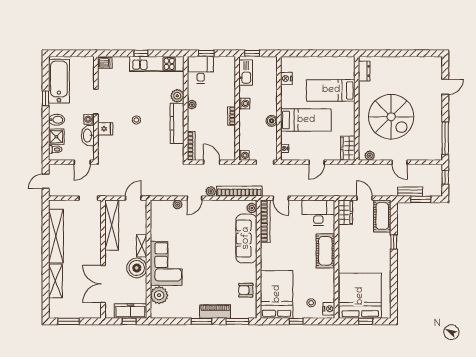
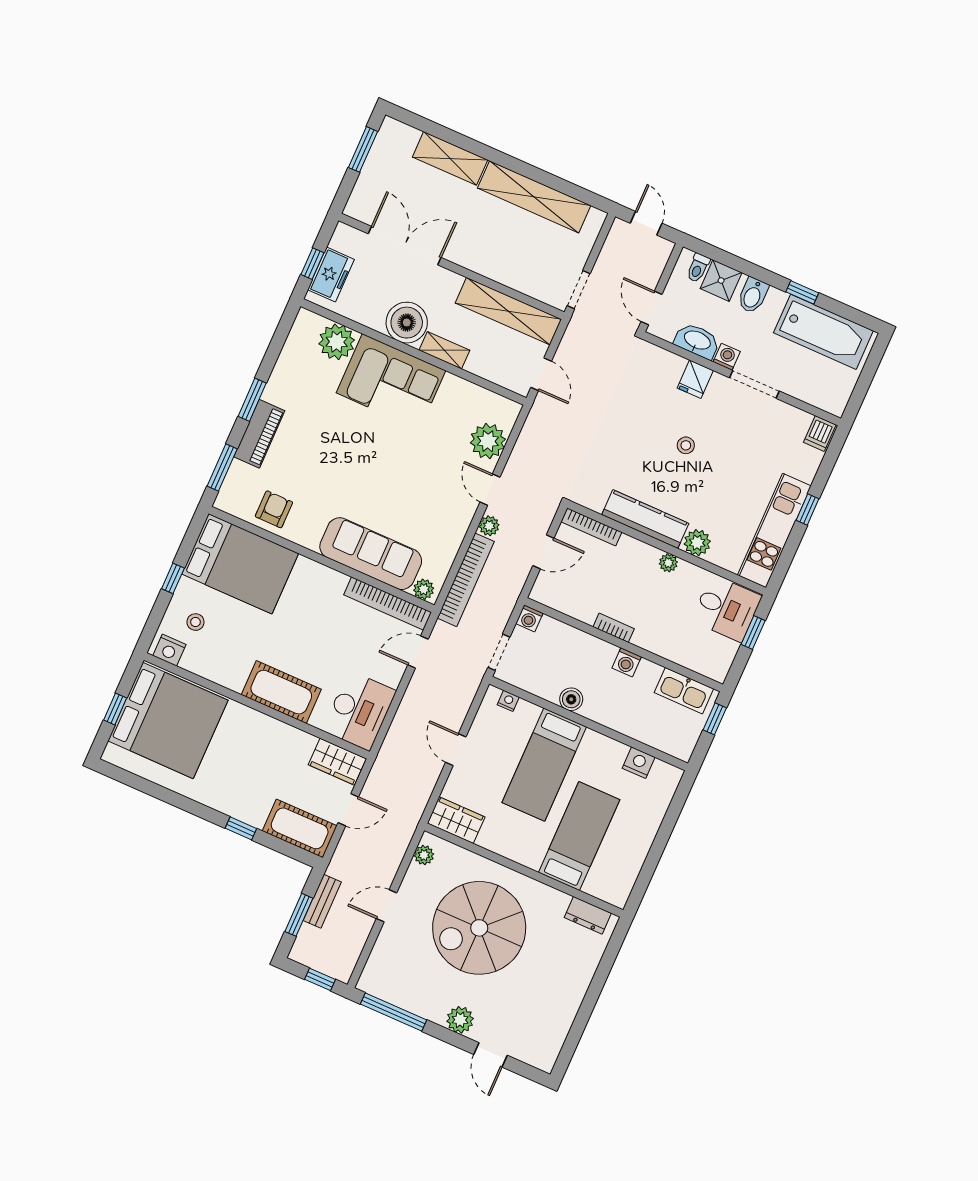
plant: (436, 107) -> (460, 1020), added
plant: (177, 205) -> (488, 441), width x1.87, depth x1.87
freezer: (130, 311) -> (331, 275), width x0.71

